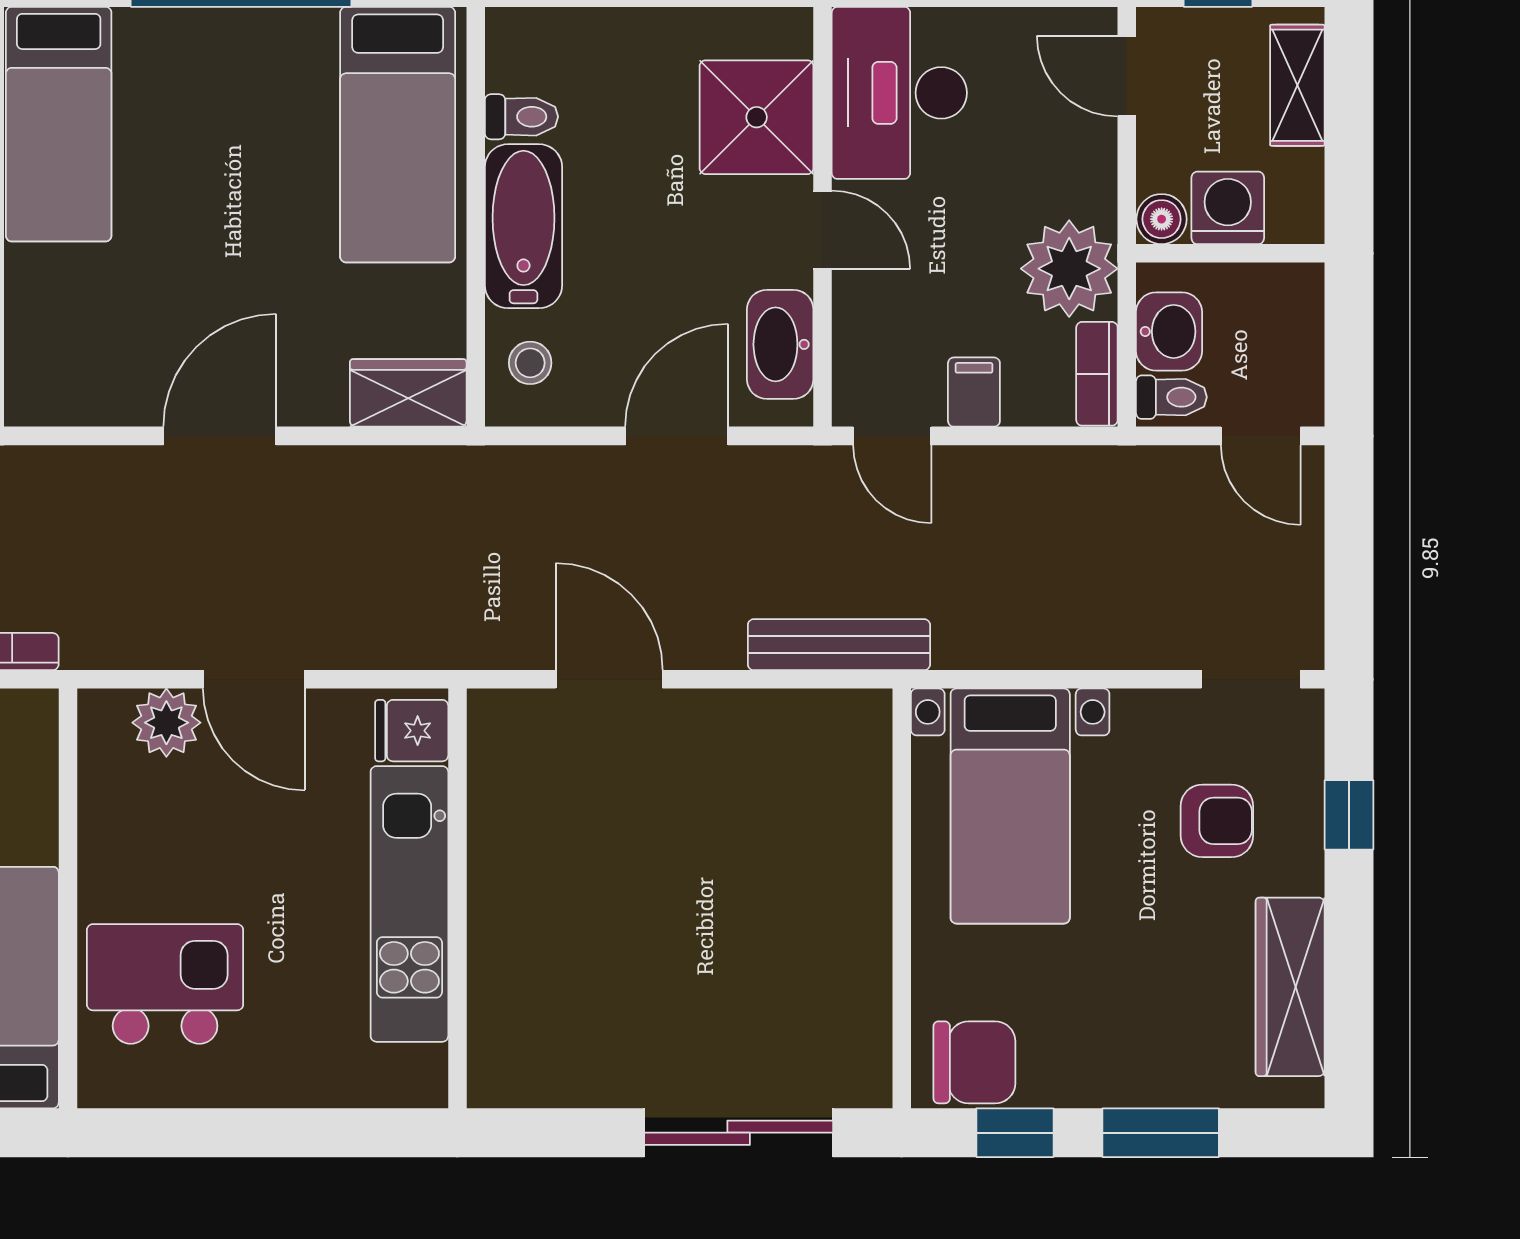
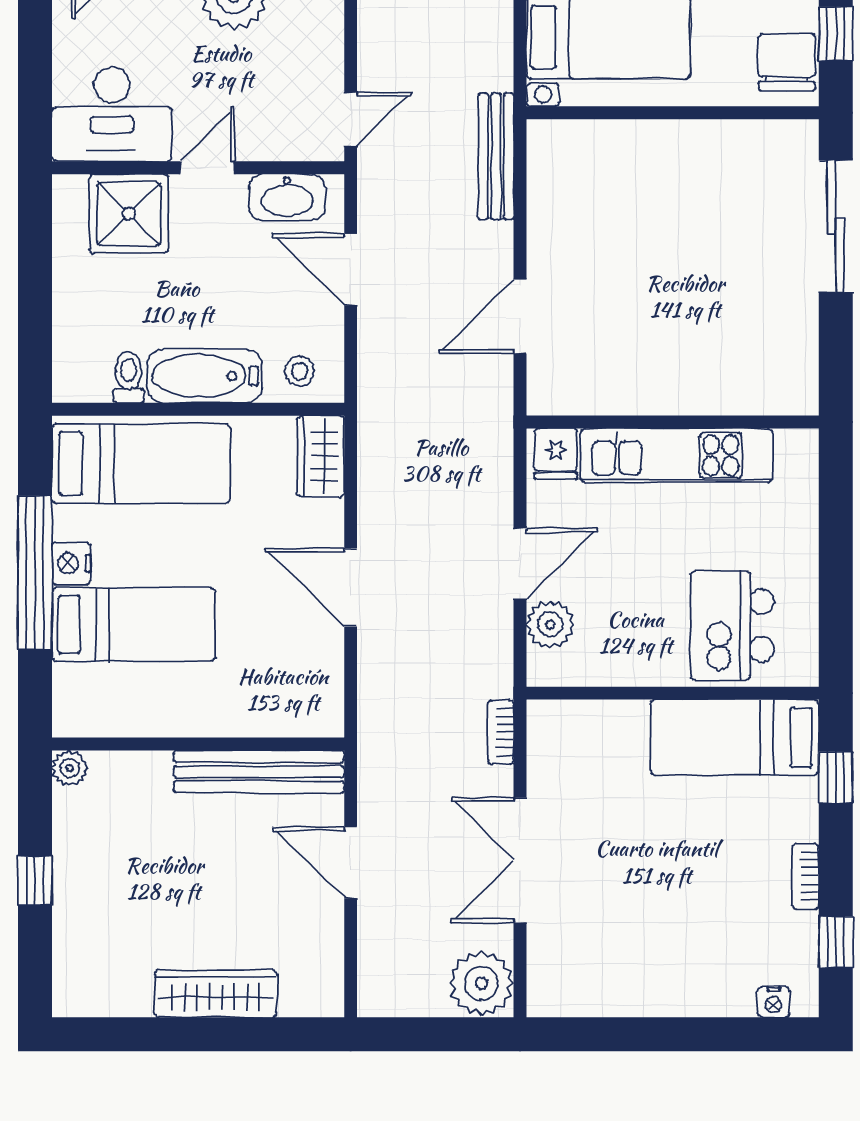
nightstand: (254, 35) -> (71, 563), added
bed: (59, 124) -> (134, 624), moved
filing cabinet: (974, 392) -> (320, 62), removed

